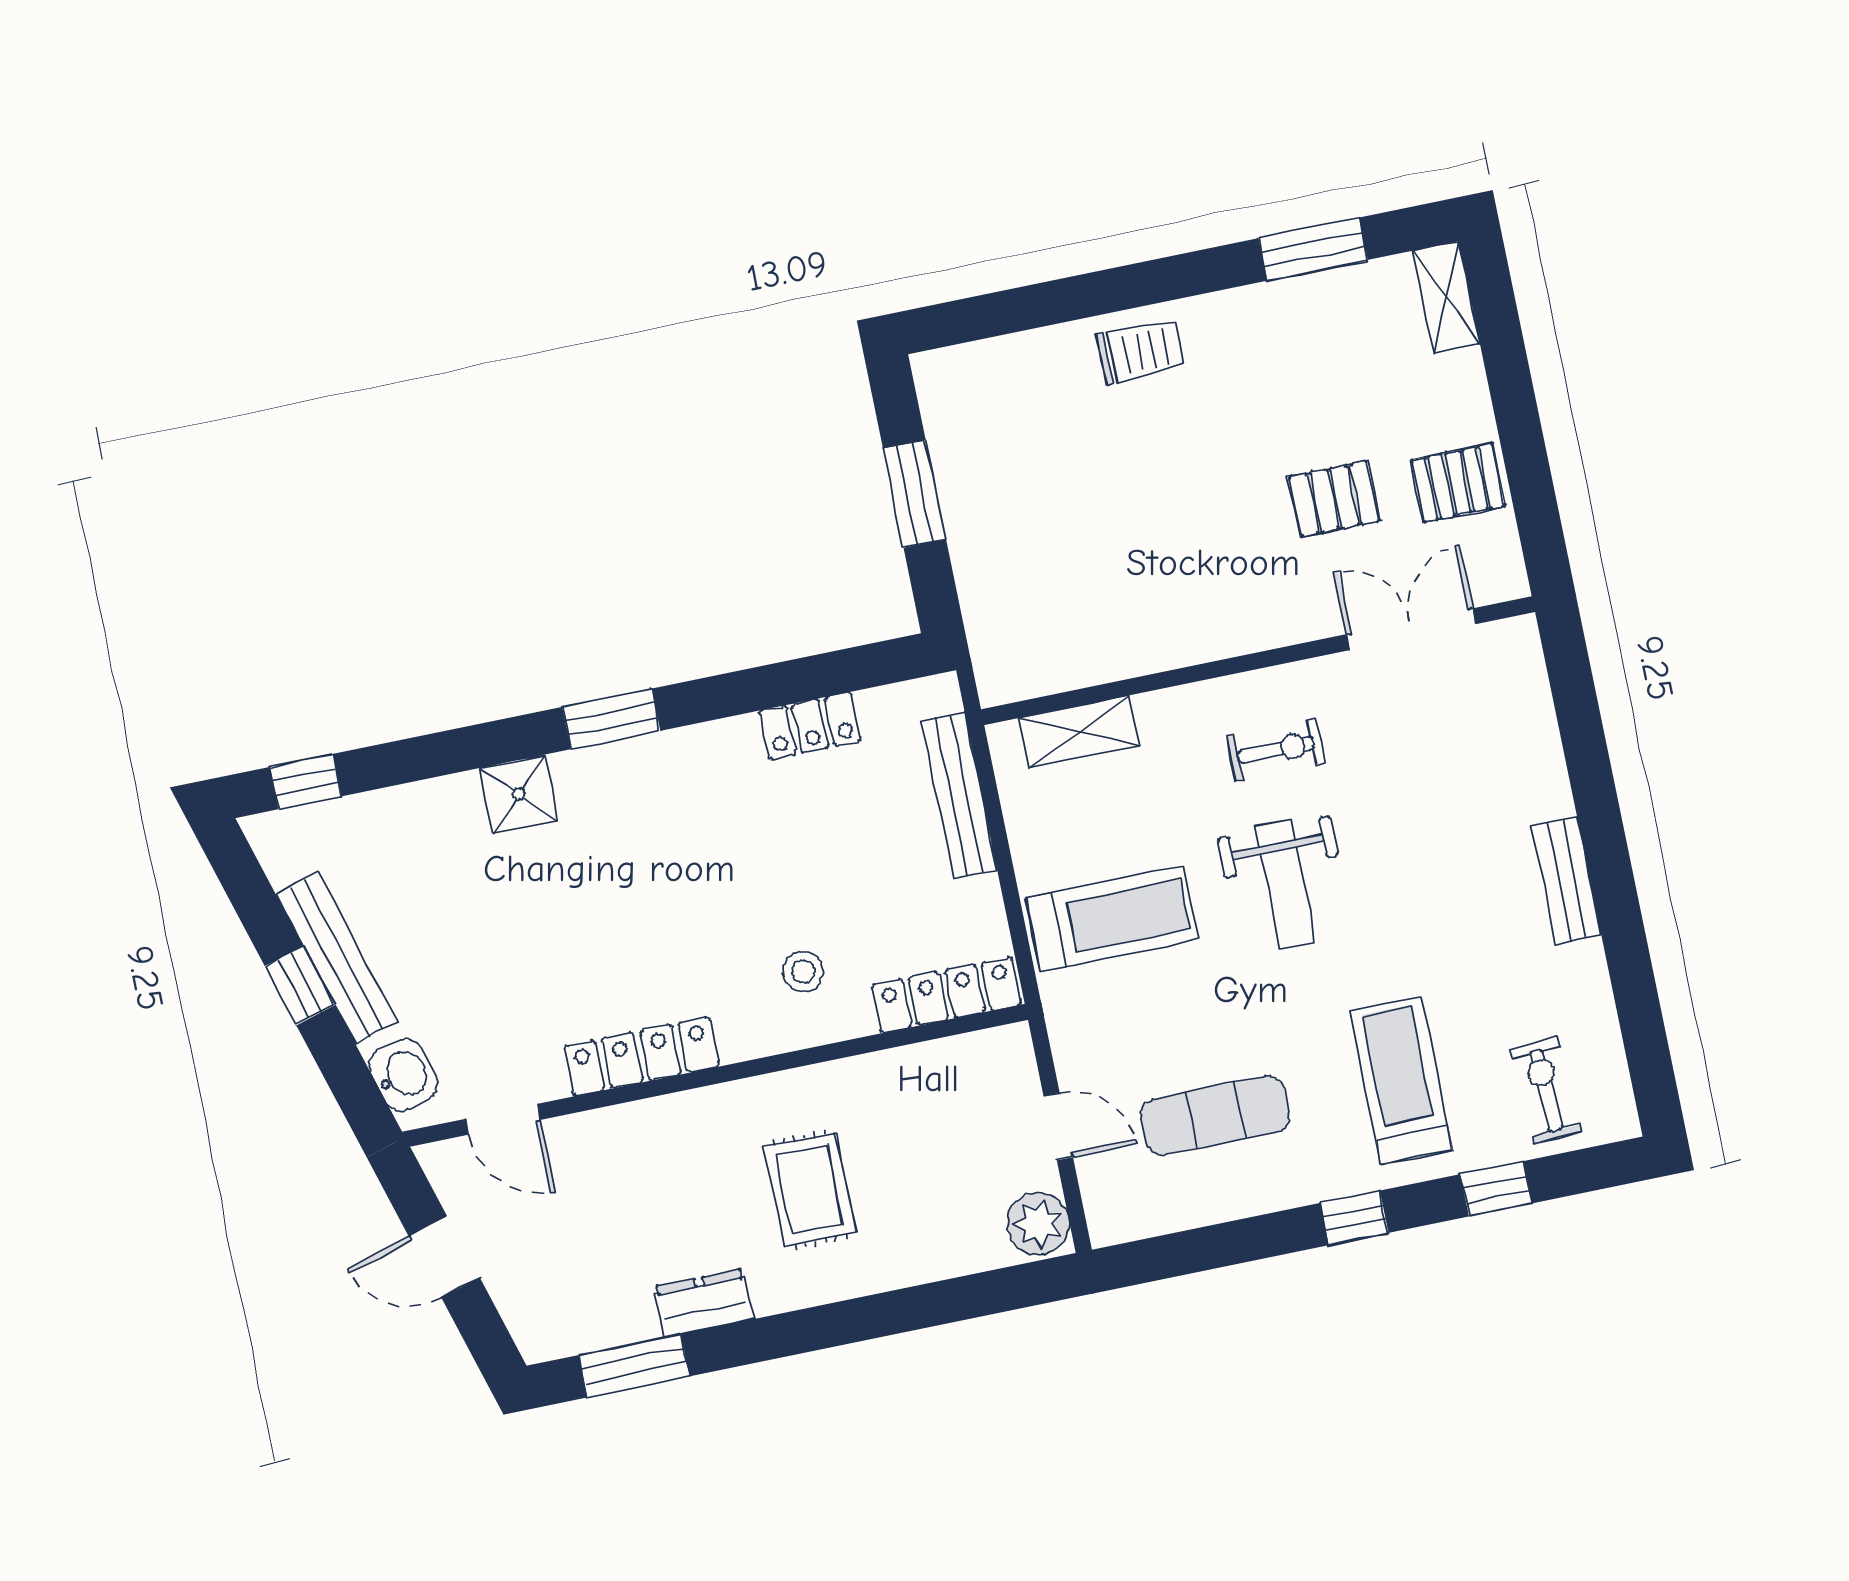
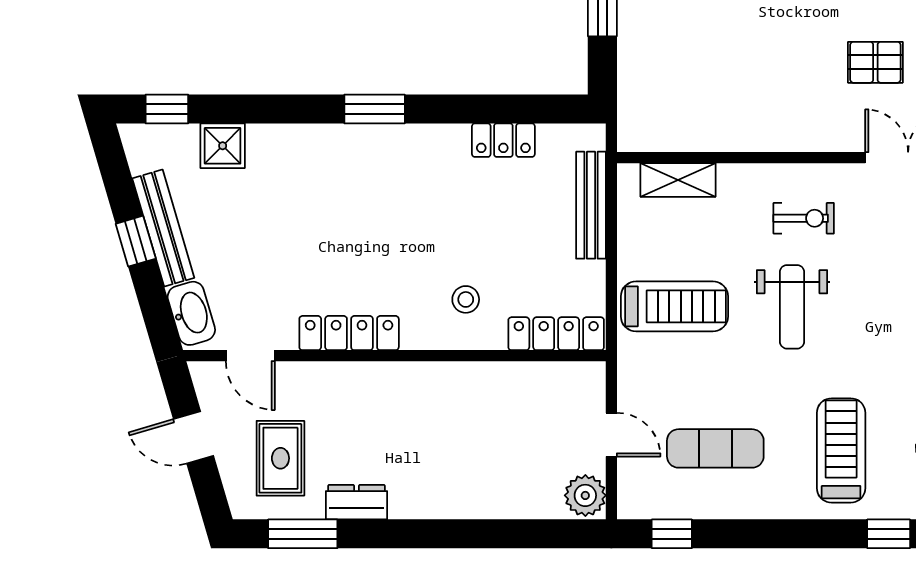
shower: (519, 794) -> (223, 146), moved
washbasin: (403, 1075) -> (191, 313), width x1.38
rug: (810, 1189) -> (280, 458), moved
window: (1354, 1218) -> (672, 534), moved

